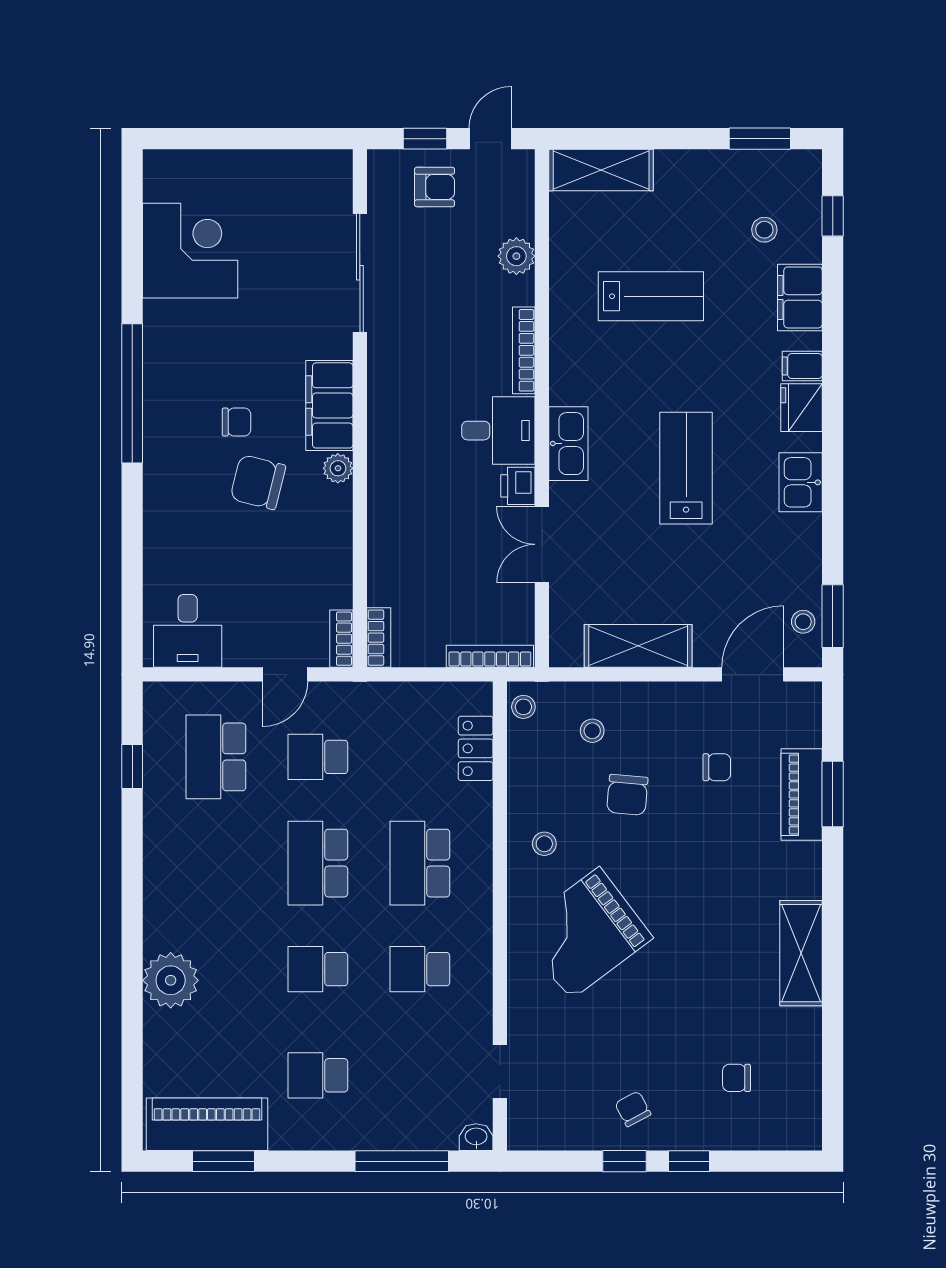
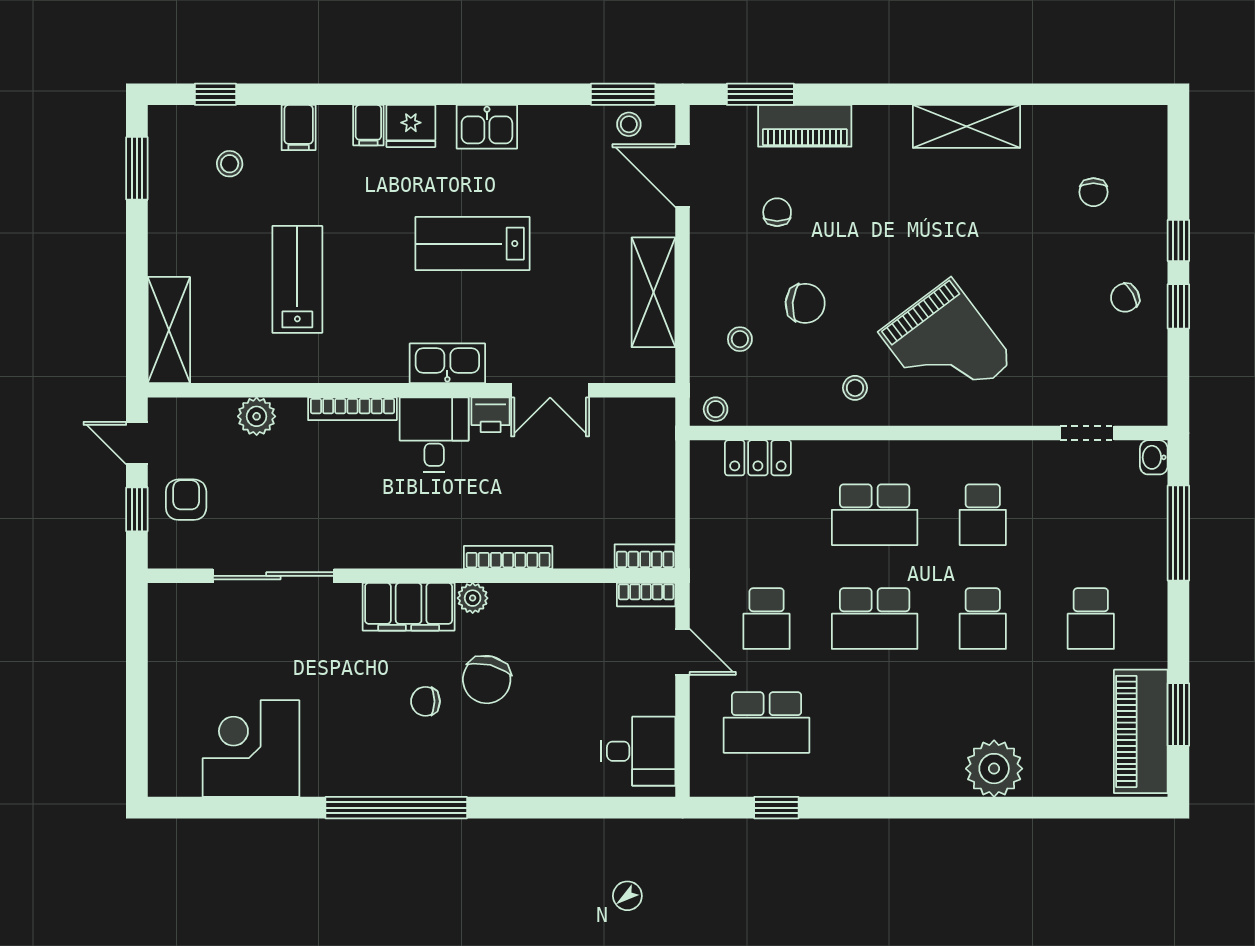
filing cabinet: (800, 297) -> (299, 128), width x0.50
chair: (237, 422) -> (425, 701), turned -90
bookcase: (490, 656) -> (508, 557), moved, turned 90
window: (833, 794) -> (760, 94), moved

